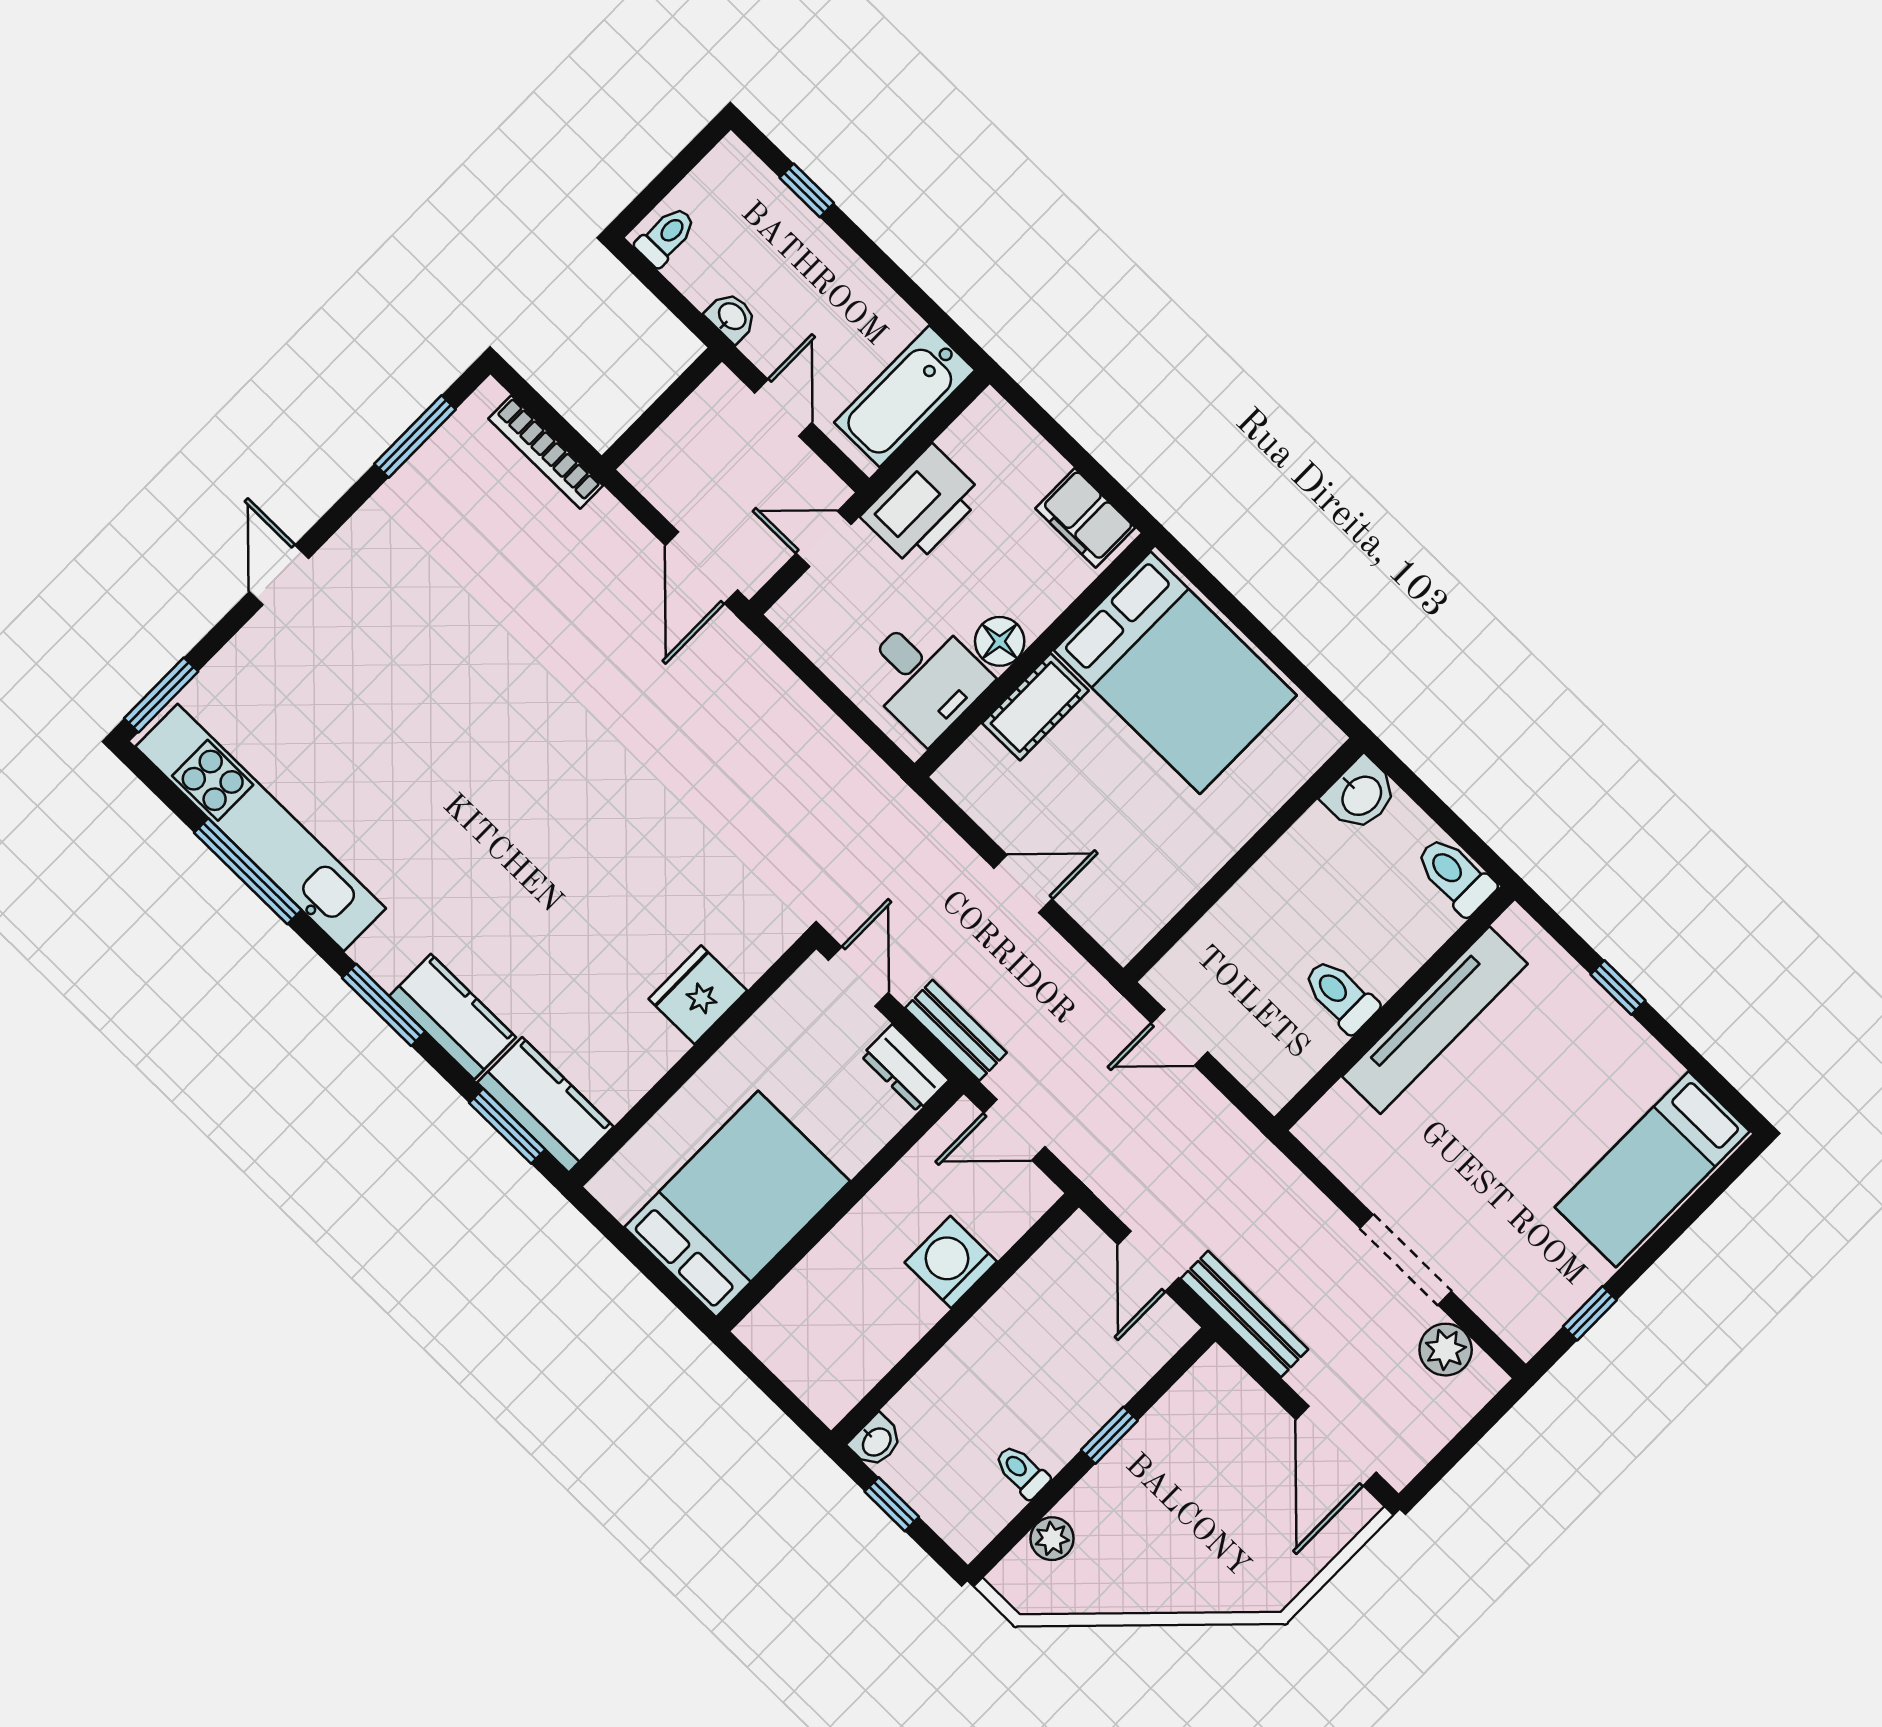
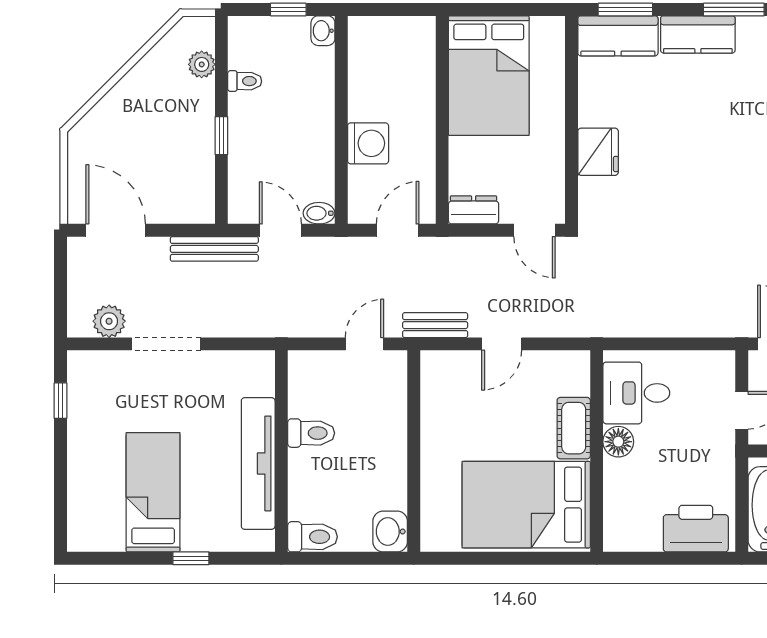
printer: (922, 506) -> (696, 529), moved, turned 90
filing cabinet: (1085, 518) -> (634, 534), removed
bench: (956, 1030) -> (435, 325), moved
bed: (1652, 1169) -> (153, 492), moved
bidet: (1085, 1237) -> (319, 213), added

